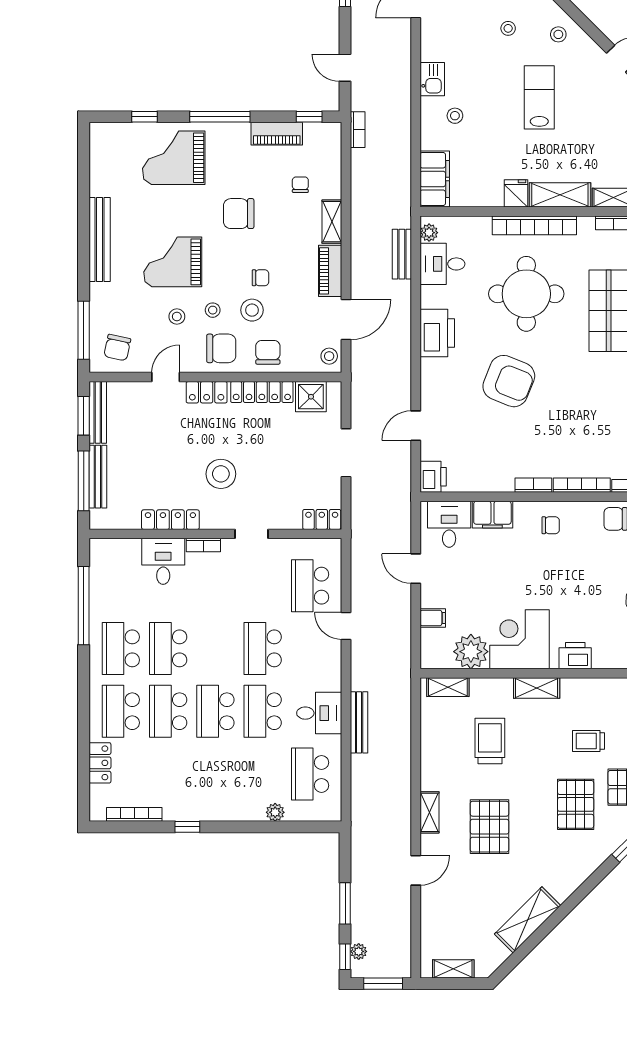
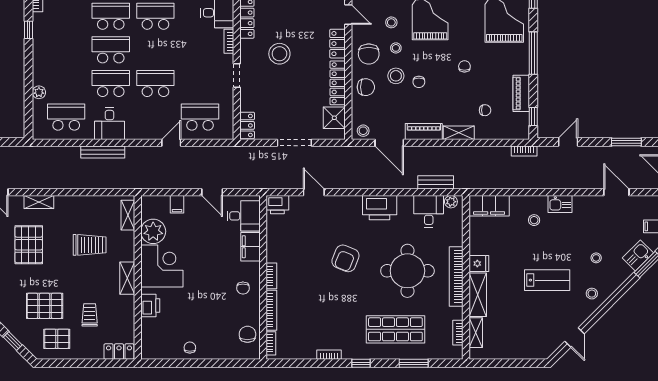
chair: (239, 214) -> (464, 66), width x0.54, depth x0.54
armchair: (509, 381) -> (345, 258), width x0.73, depth x0.73
door: (416, 569) -> (212, 192), swing flipped
pallet: (489, 827) -> (29, 245), turned 90

